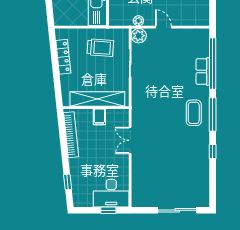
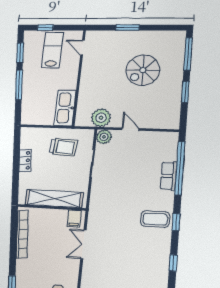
plant: (138, 21) -> (101, 118), width x1.88, depth x1.88
locker: (63, 57) -> (25, 160), width x0.66
coffee table: (194, 113) -> (155, 219), turned 90
window: (213, 114) -> (176, 222), width x0.46
filing cabinet: (99, 117) -> (74, 219), moved

